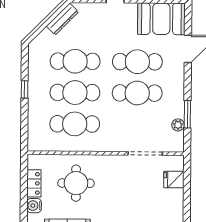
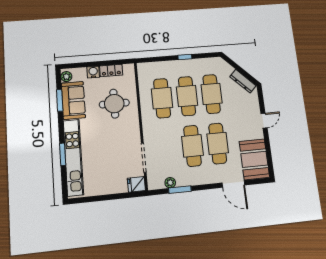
fridge: (174, 180) -> (136, 184), moved, turned -90

